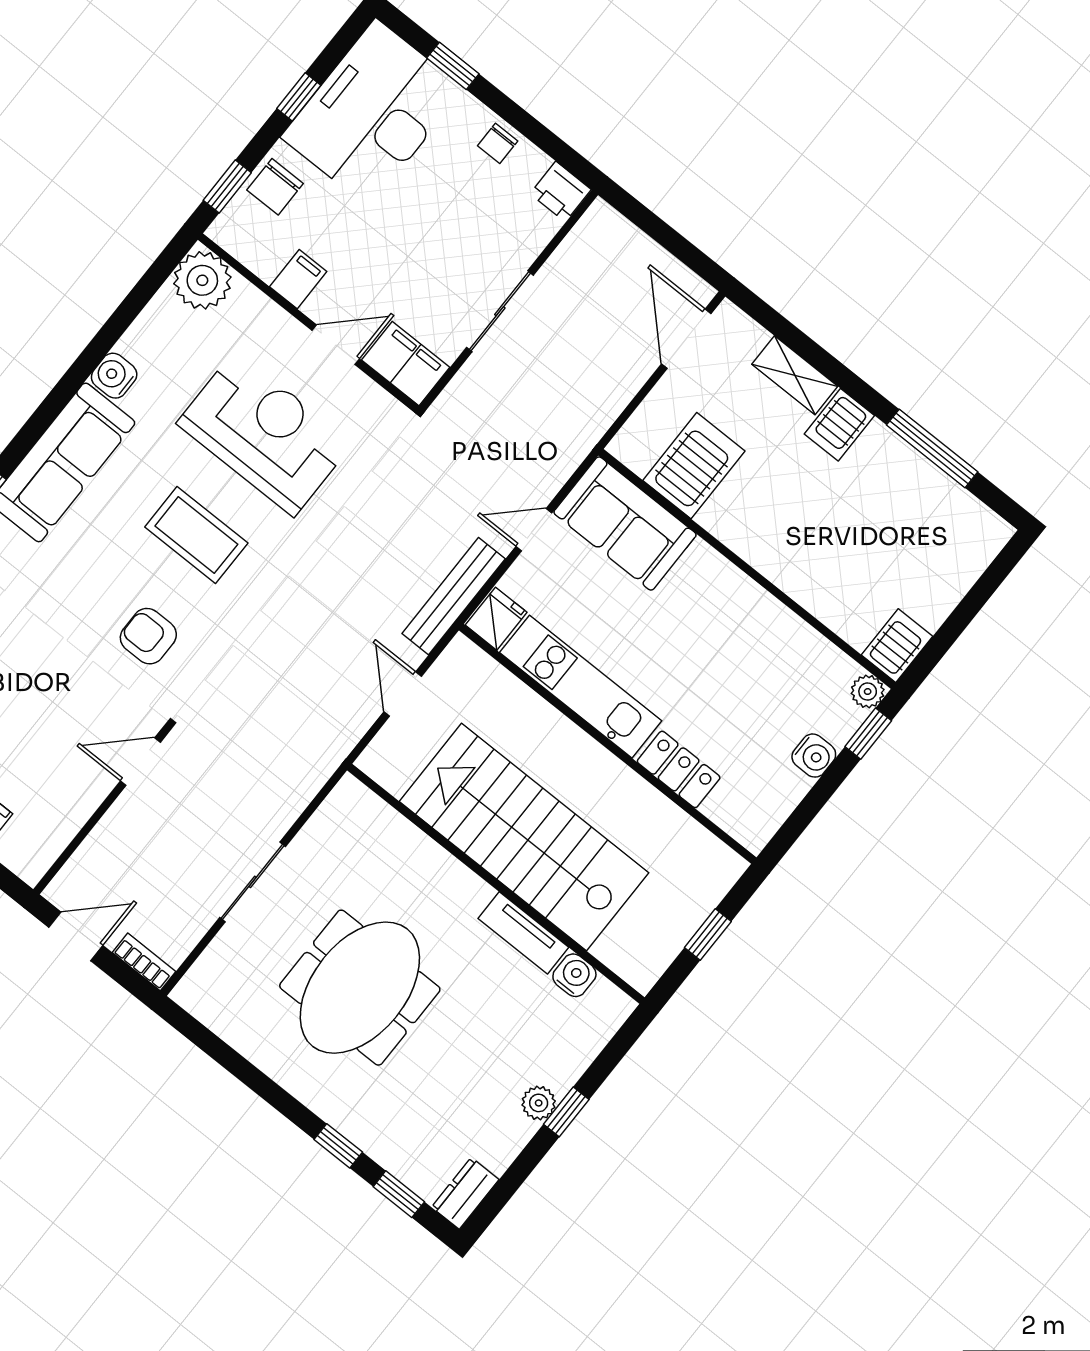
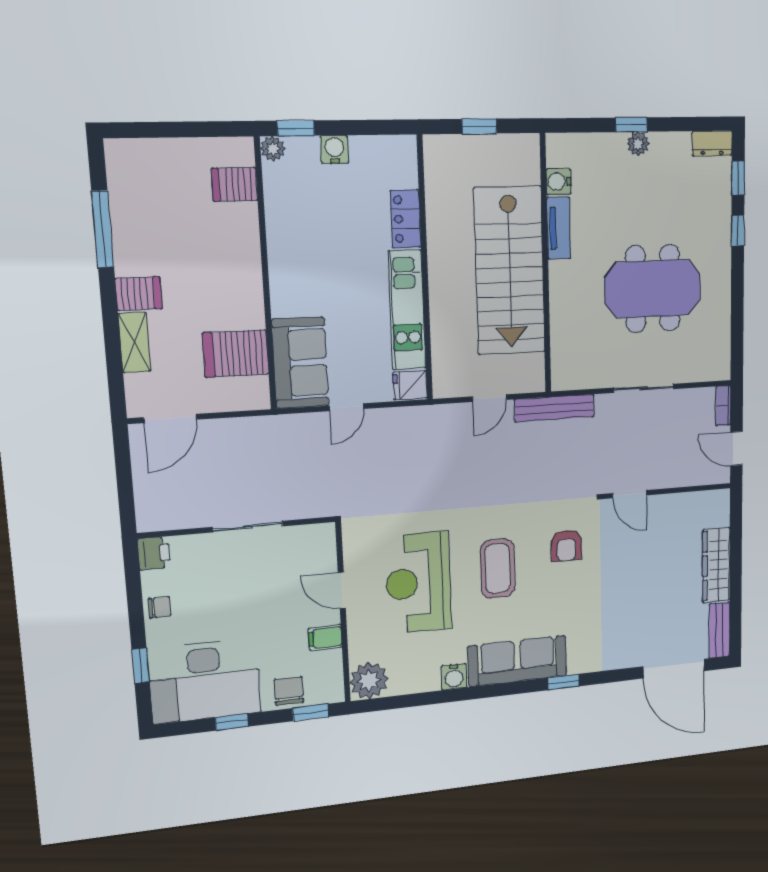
chair: (275, 187) -> (289, 691), turned -90
filing cabinet: (406, 364) -> (320, 548), removed
door: (534, 530) -> (346, 407), hinge flipped
bench: (454, 596) -> (554, 408), moved
server rack: (897, 646) -> (235, 184), moved

